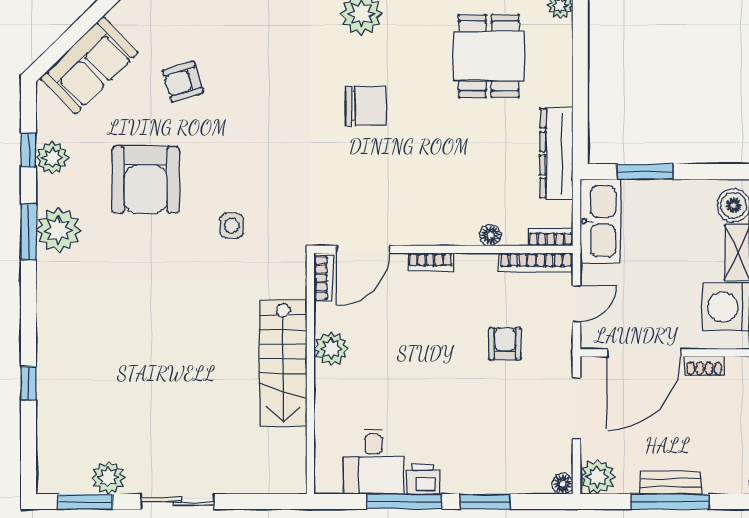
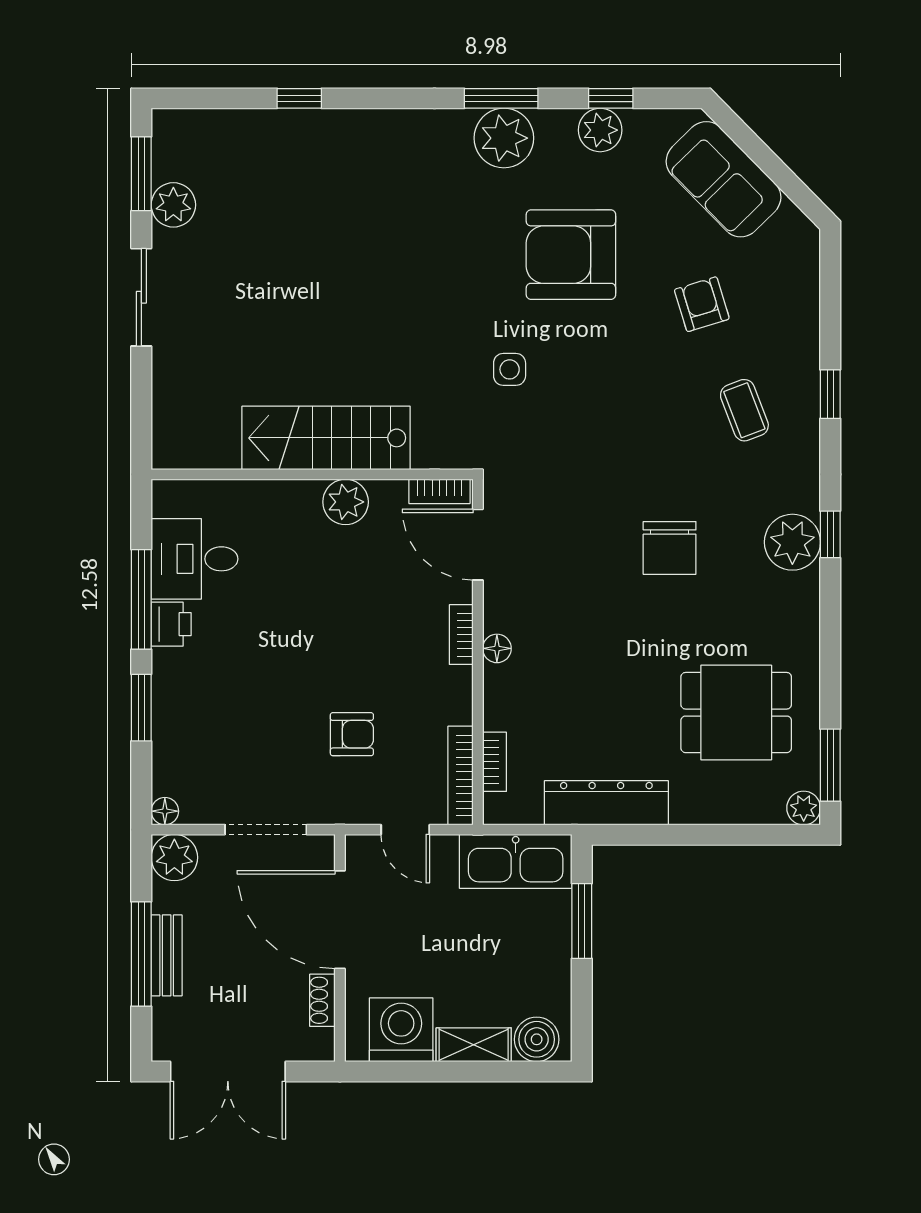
coffee table: (262, 50) -> (744, 410), added
floor lamp: (490, 235) -> (497, 648), moved
bookcase: (551, 237) -> (495, 762), moved

